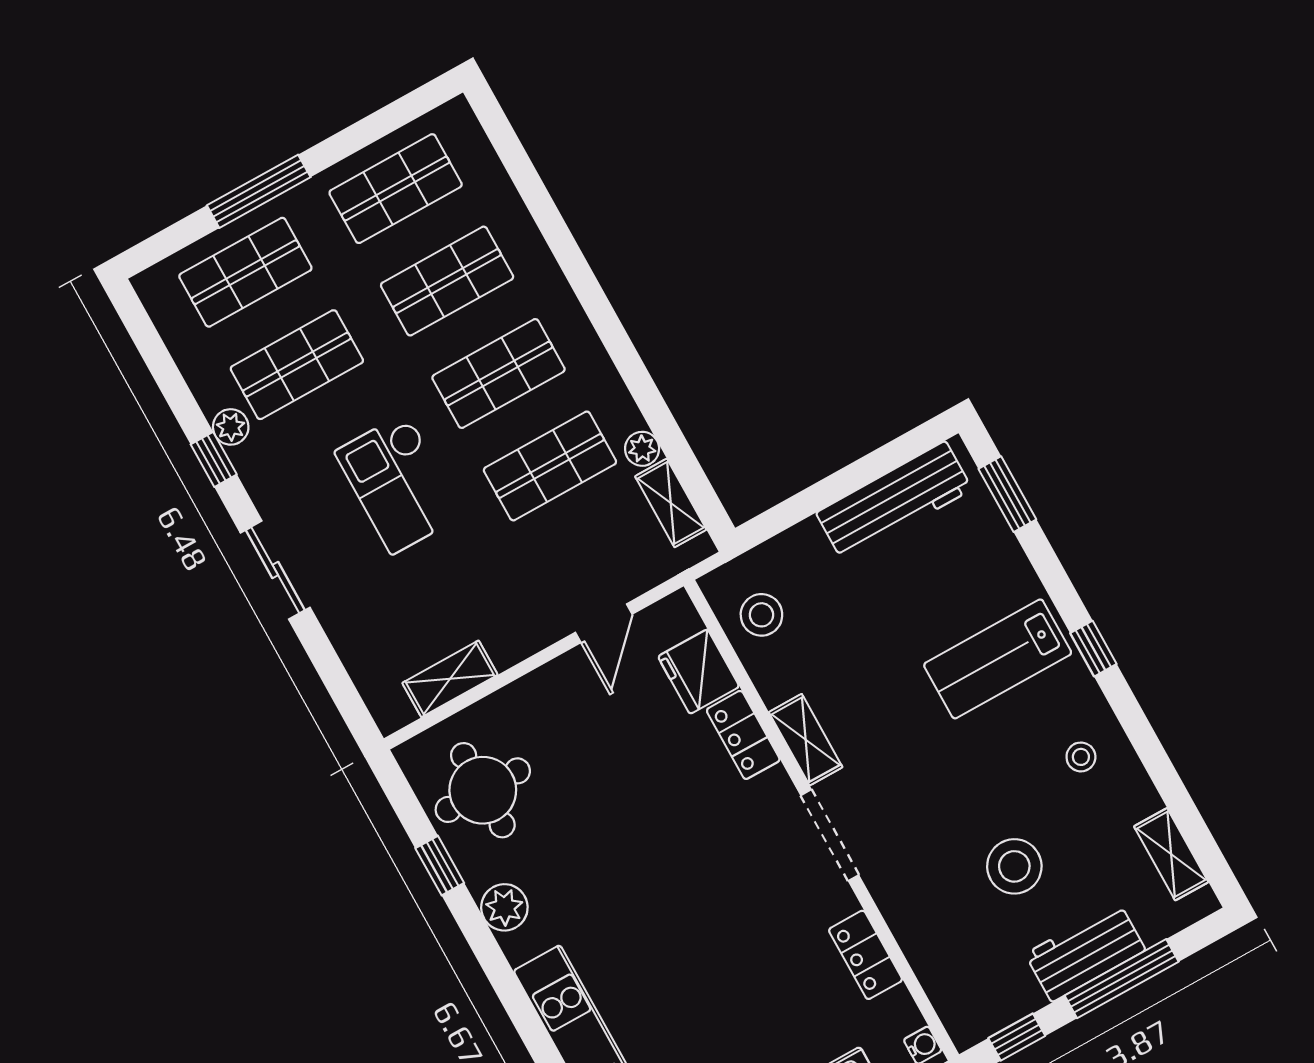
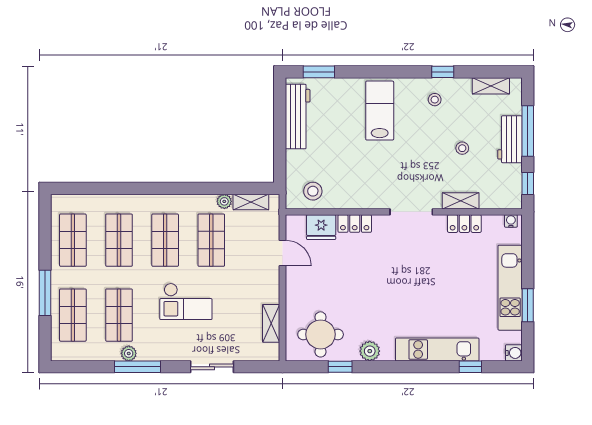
window: (214, 459) -> (137, 367), width x2.17
sliding door: (275, 570) -> (212, 367), moved
window: (1093, 649) -> (443, 72), moved
lab bench: (998, 659) -> (380, 111), turned 180
shelving: (806, 740) -> (461, 201), moved
stool: (1014, 866) -> (462, 148), width x0.53, depth x0.53

